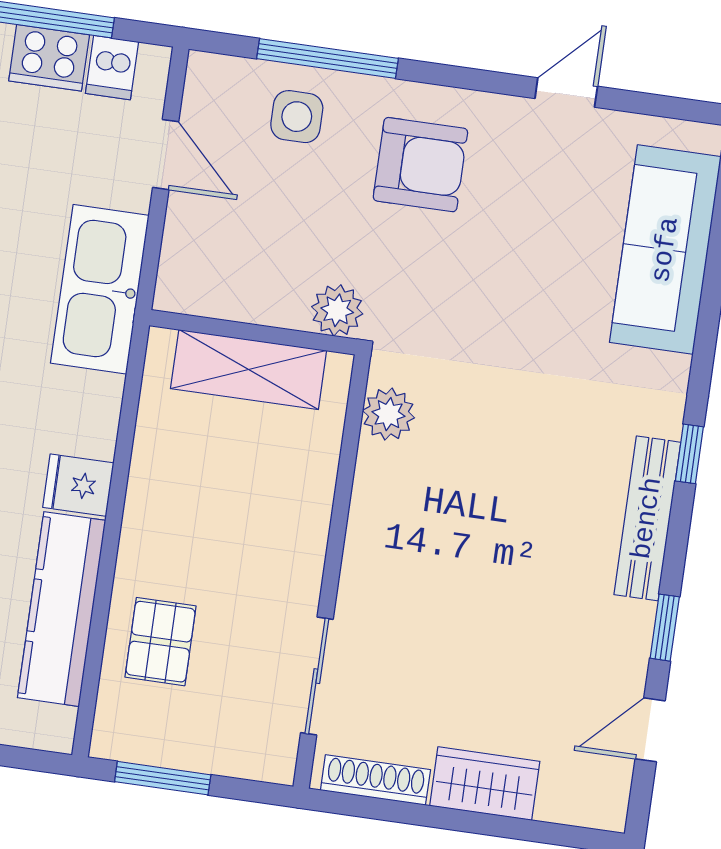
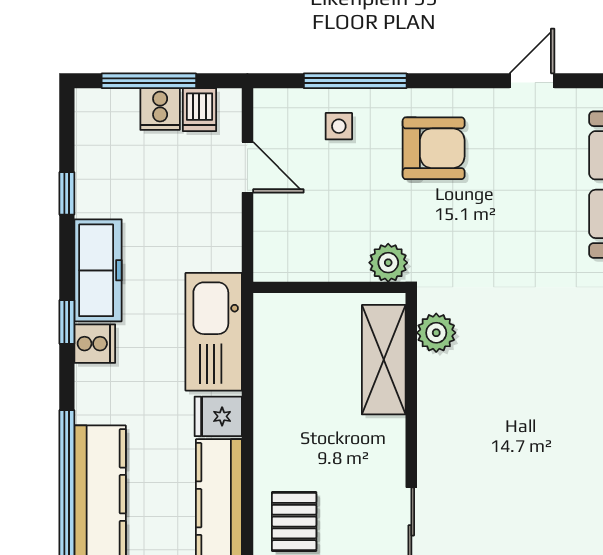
cooker: (49, 58) -> (160, 109), width x0.73
side table: (297, 117) -> (339, 126), width x0.73, depth x0.73
kitchen sink: (100, 289) -> (214, 332), moved
shelving: (249, 370) -> (384, 360), moved, turned 90

